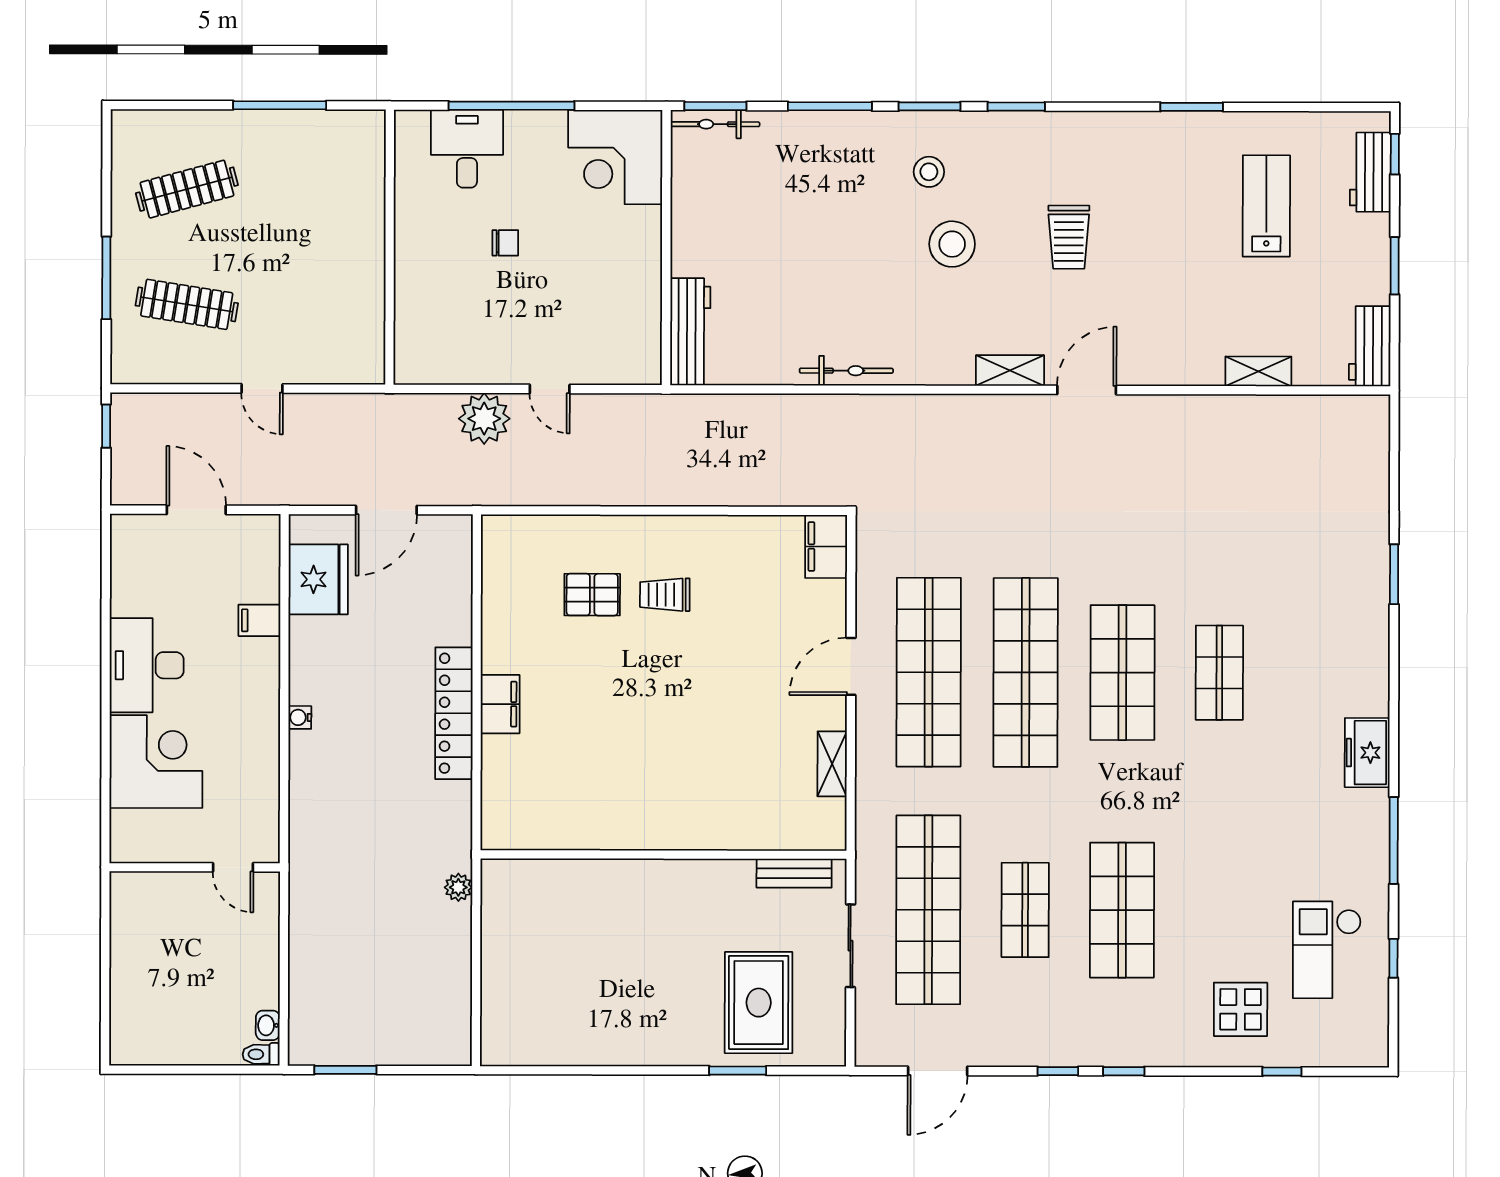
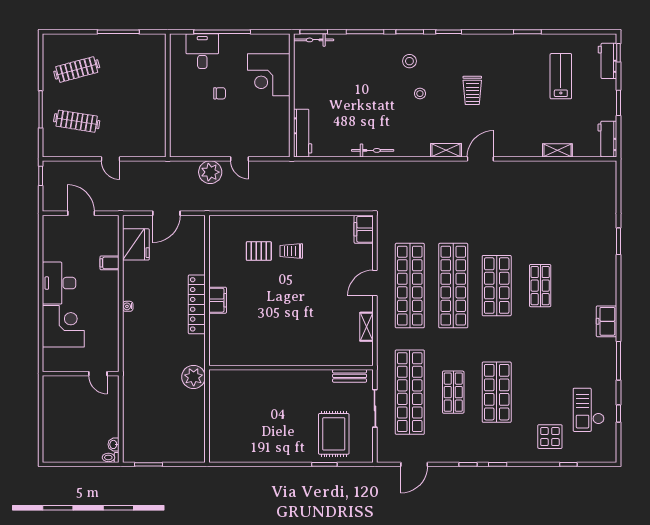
corner desk: (615, 157) -> (269, 75), moved
stool: (952, 244) -> (420, 94), width x0.53, depth x0.53
plant: (458, 887) -> (194, 377), width x1.88, depth x1.88

